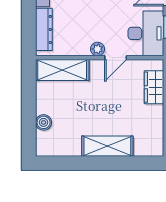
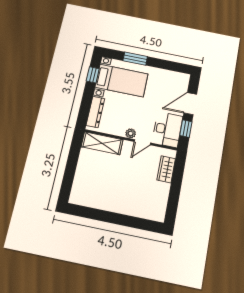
boiler: (44, 122) -> (80, 179), removed
shelving: (107, 146) -> (123, 206), removed

